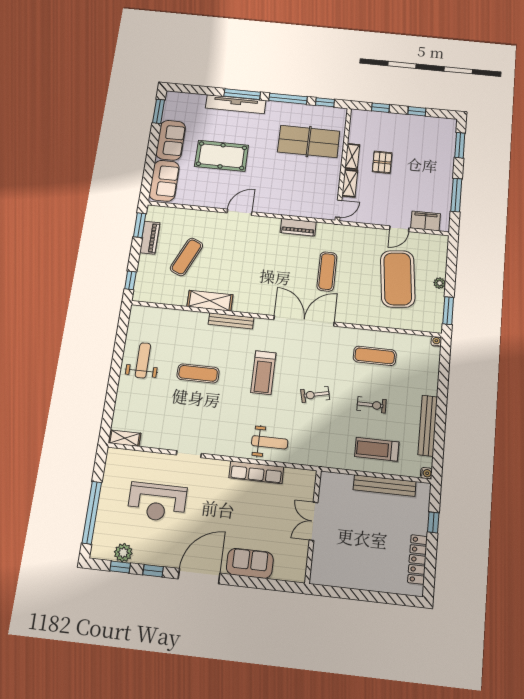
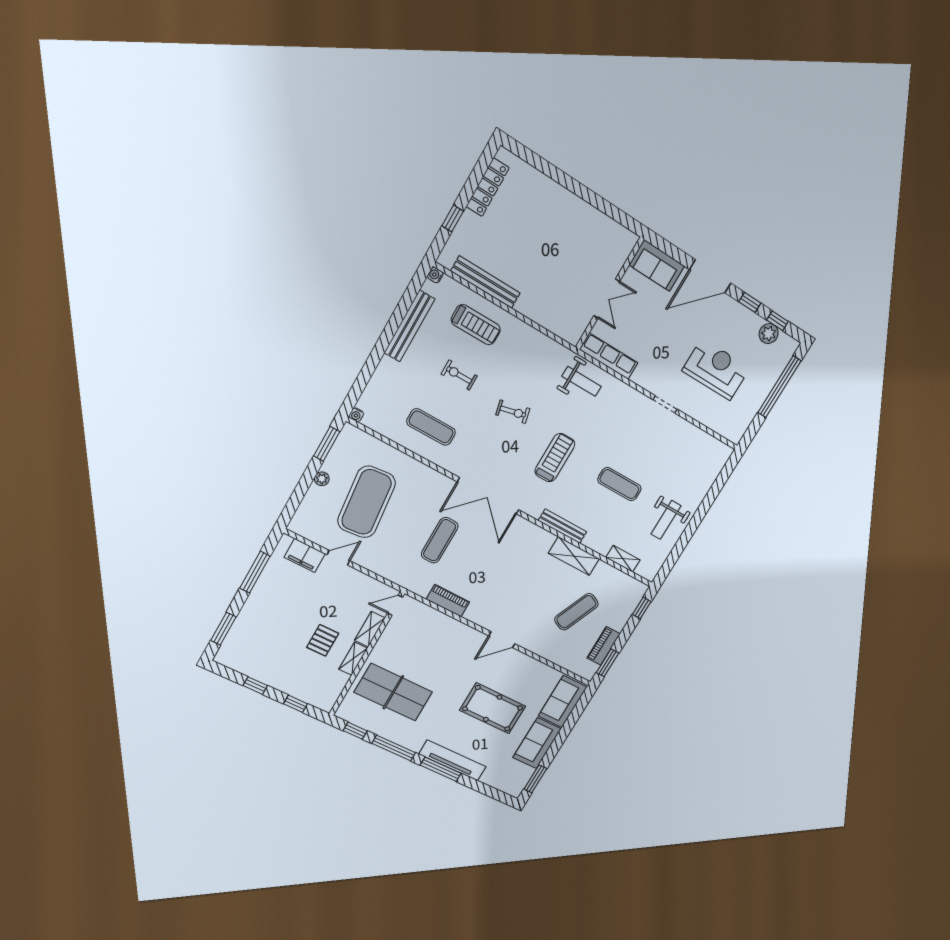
shelving: (125, 438) -> (623, 559), moved
weight bench: (270, 442) -> (582, 381), turned 180
double door: (314, 521) -> (607, 299), moved
wall: (313, 526) -> (610, 294), moved

